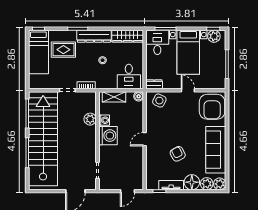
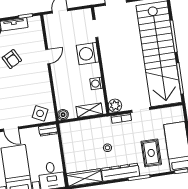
rug: (63, 50) -> (151, 153), turned 90
desk: (129, 77) -> (77, 134), removed
plant: (90, 119) -> (115, 106), moved
washing machine: (108, 136) -> (88, 54), moved
door: (145, 139) -> (48, 57), moved

